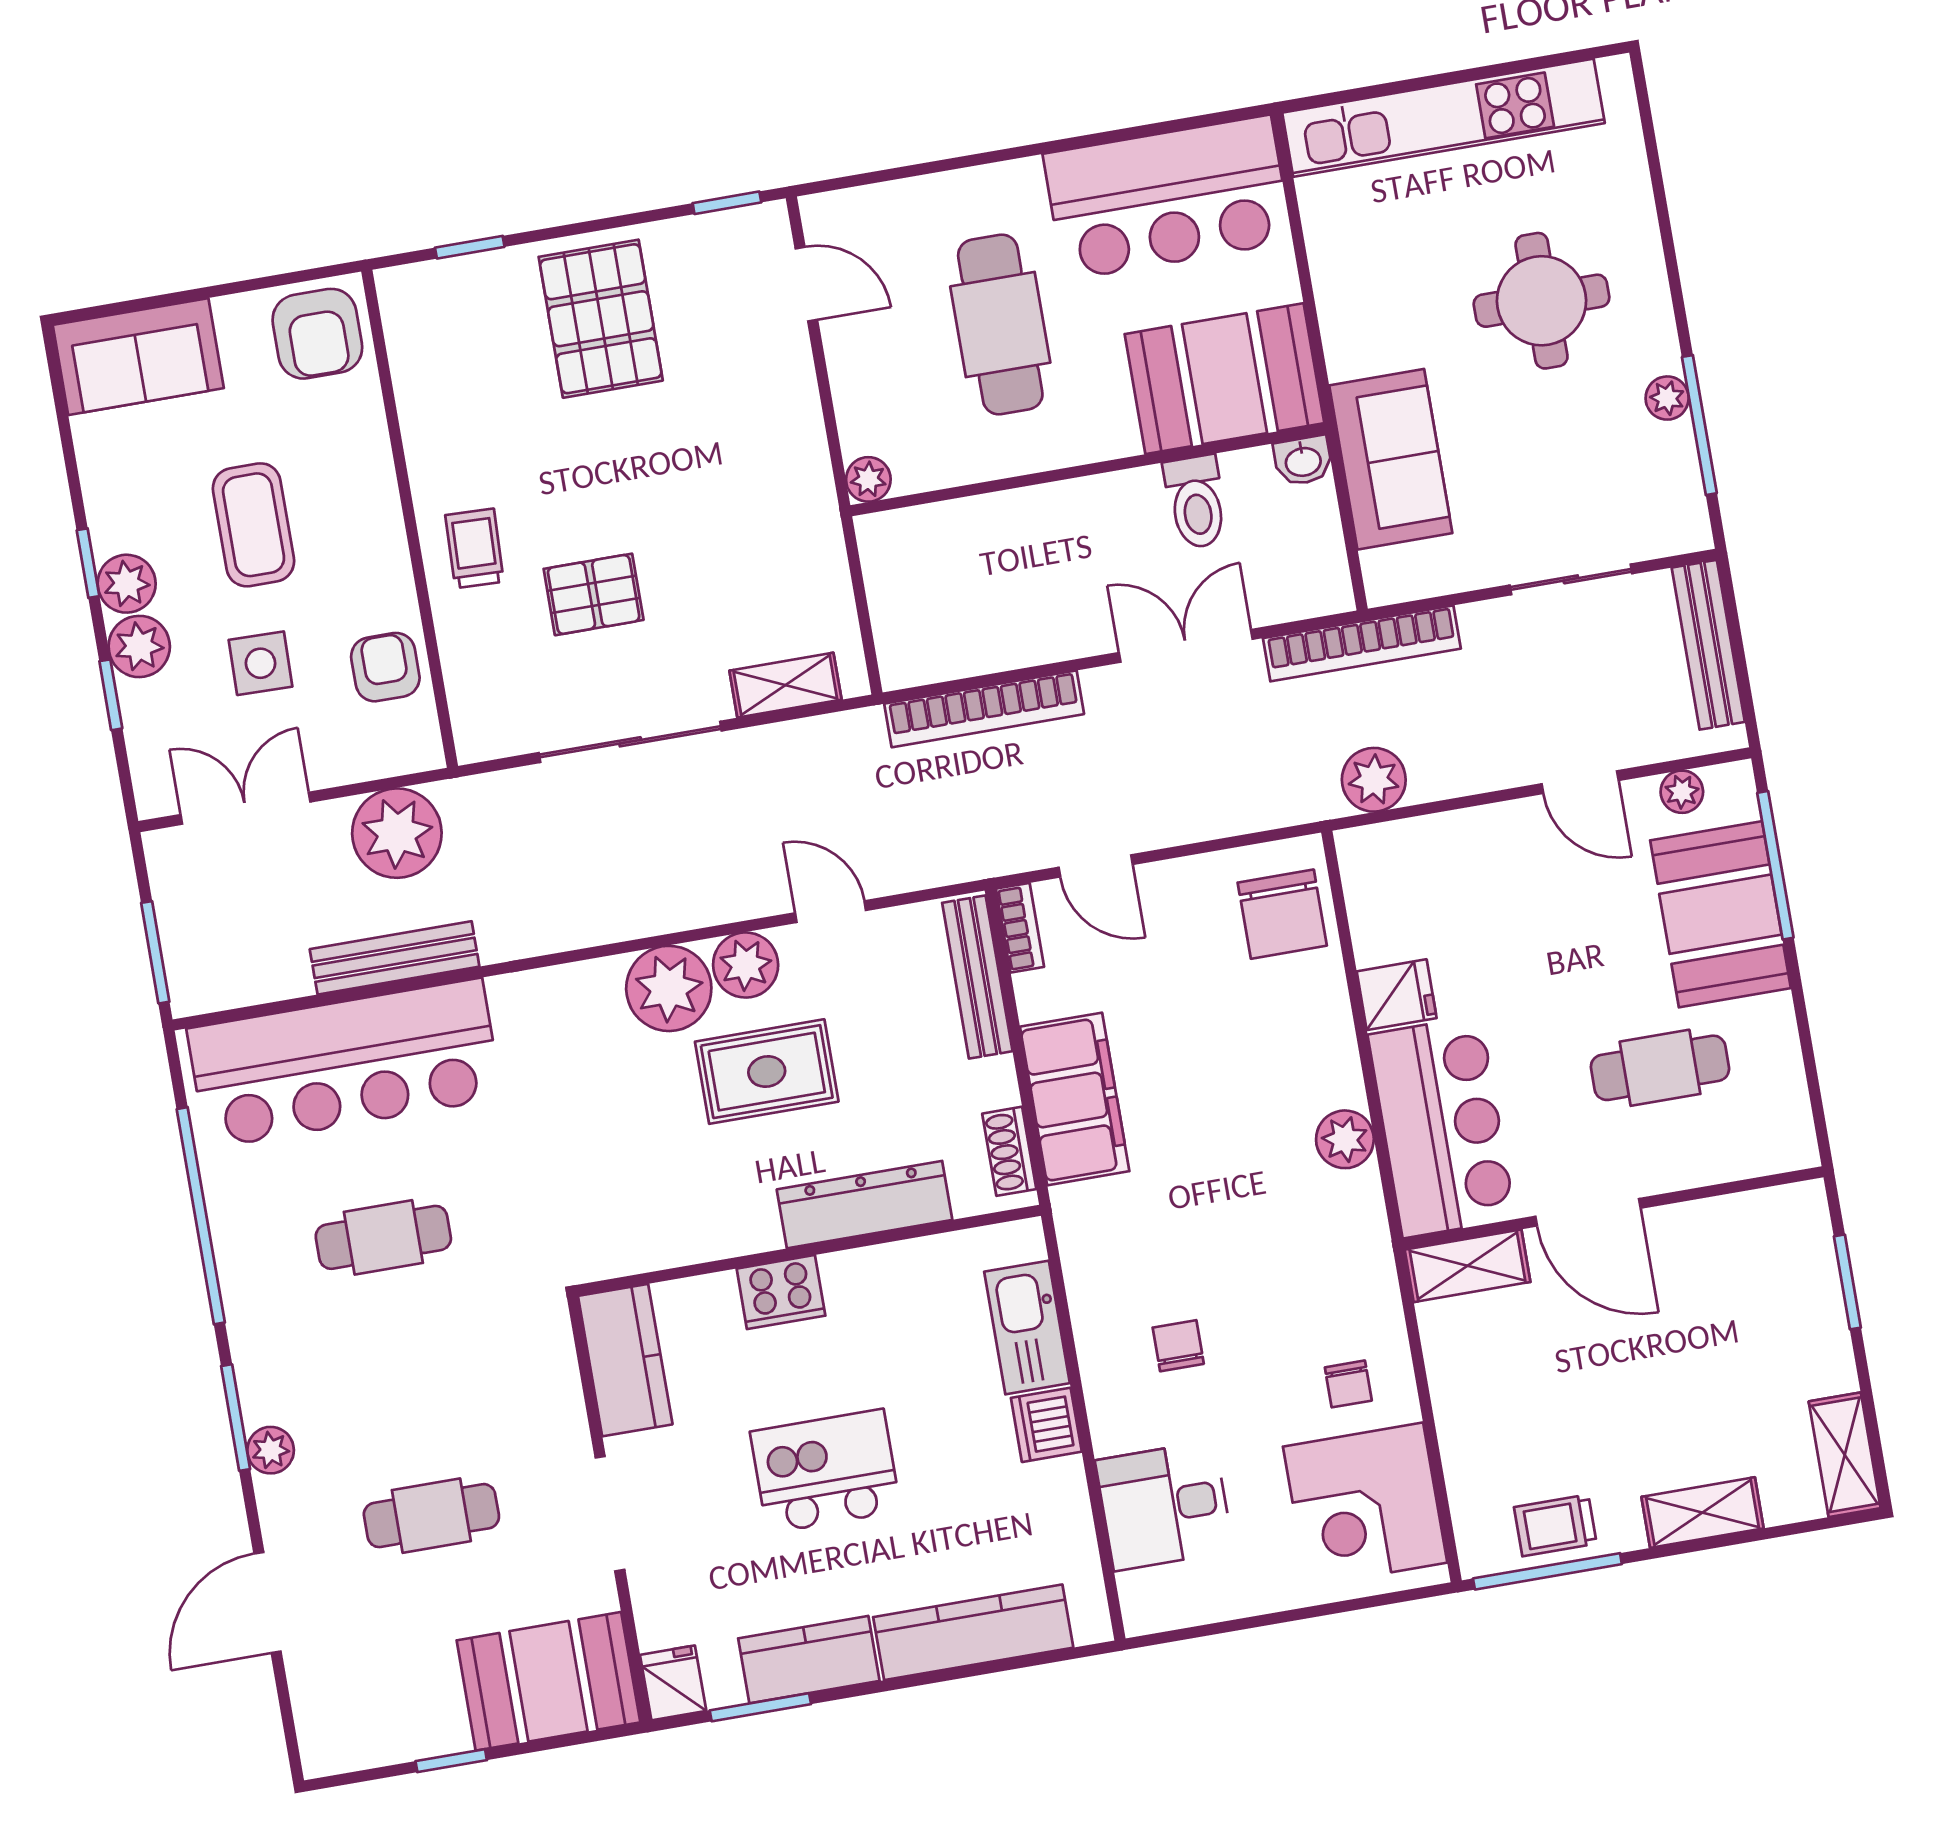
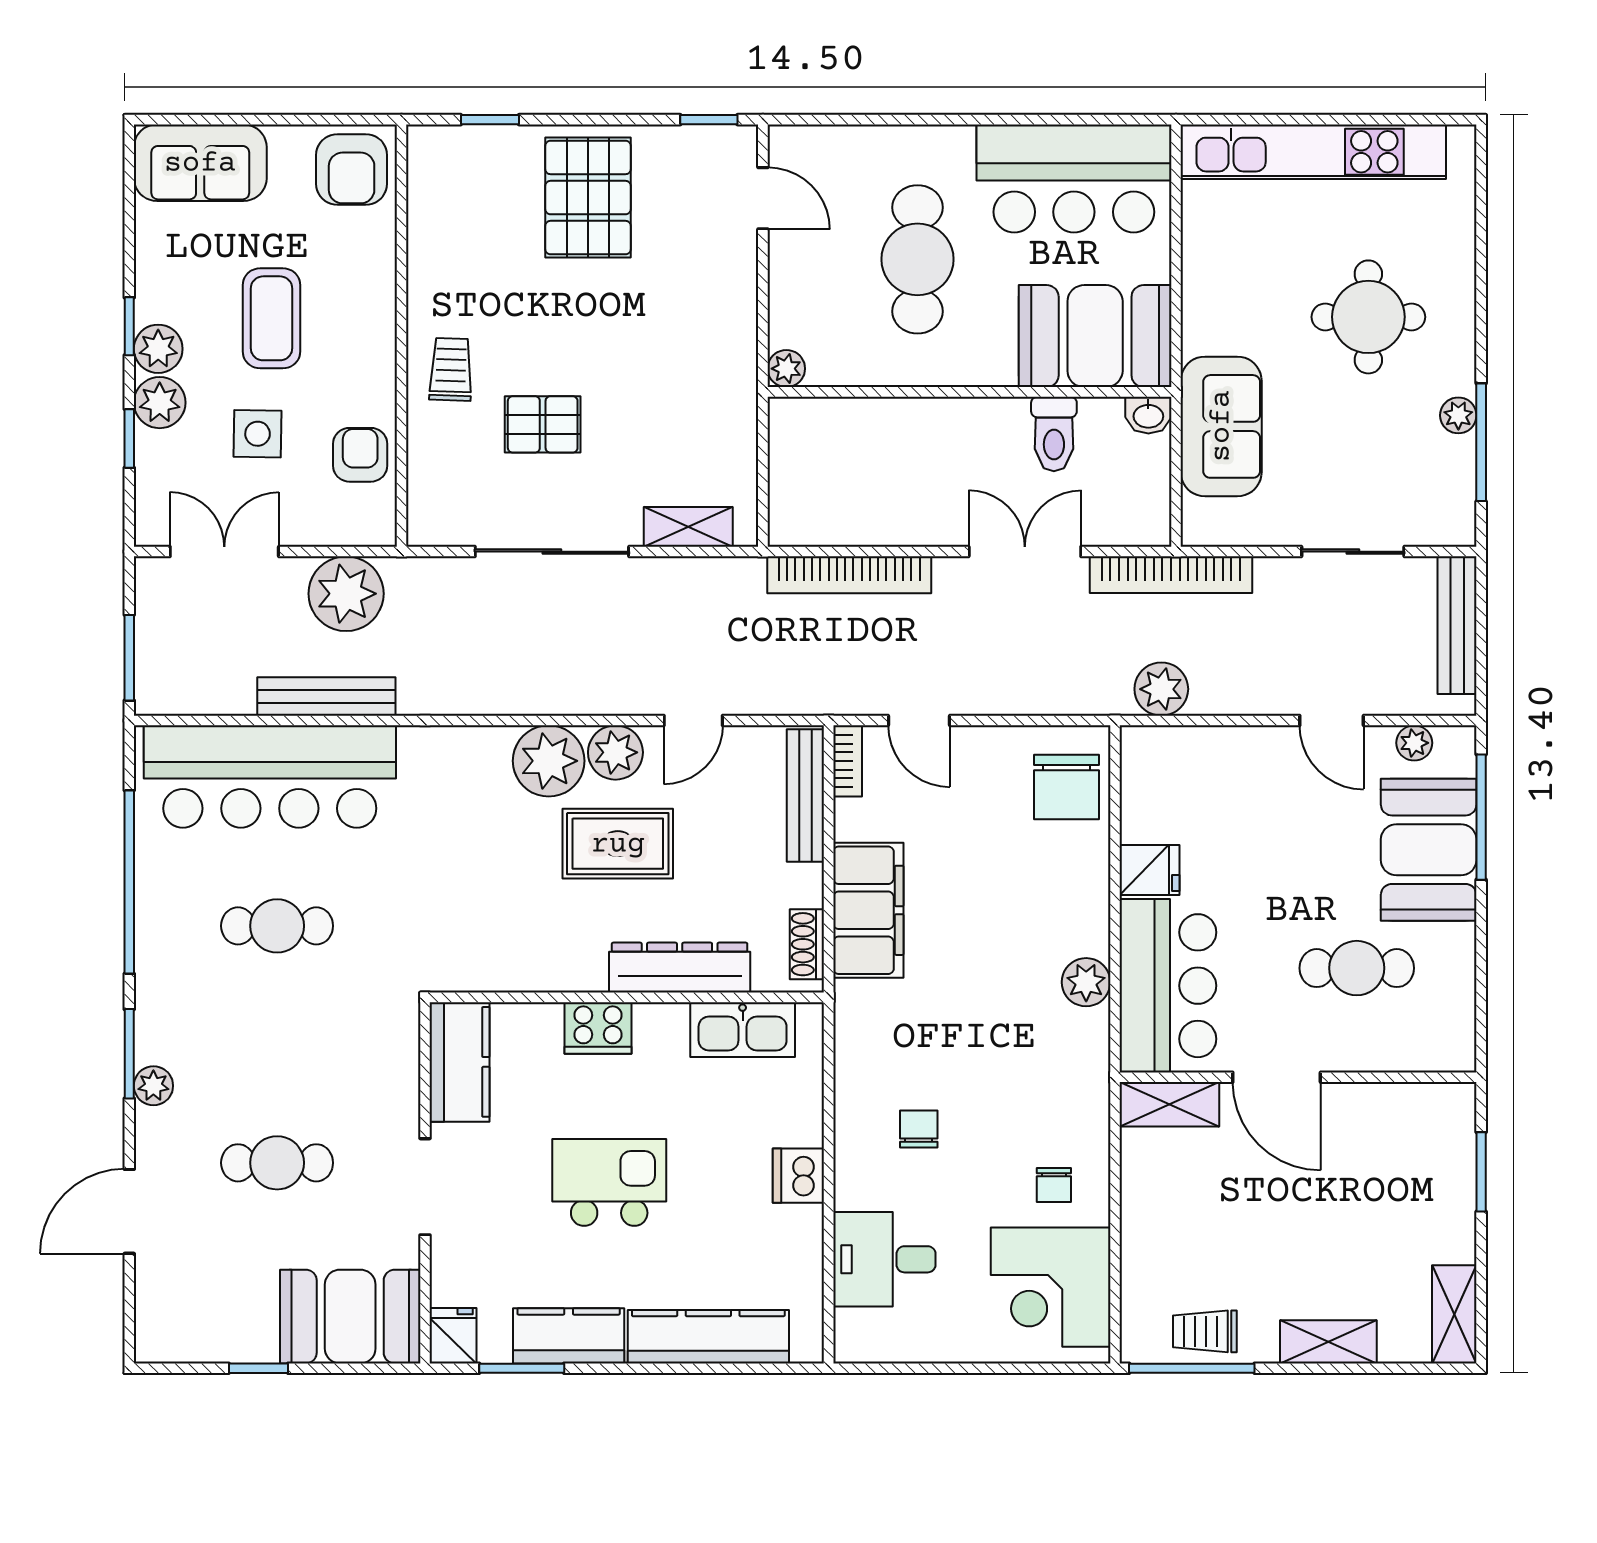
door: (830, 912) -> (693, 720), swing flipped
kitchen sink: (1027, 1327) -> (743, 1030), moved, turned -90

